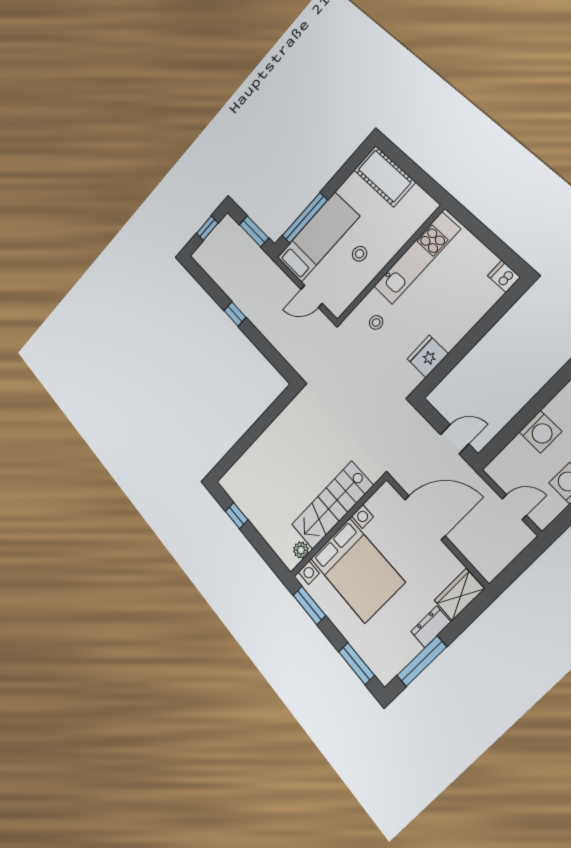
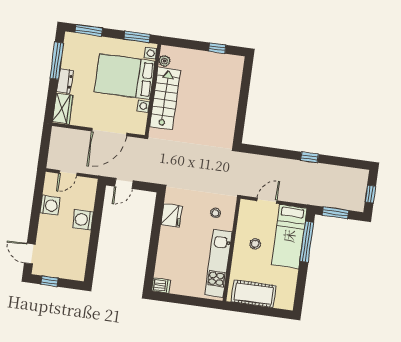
cot: (384, 176) -> (254, 294), moved

